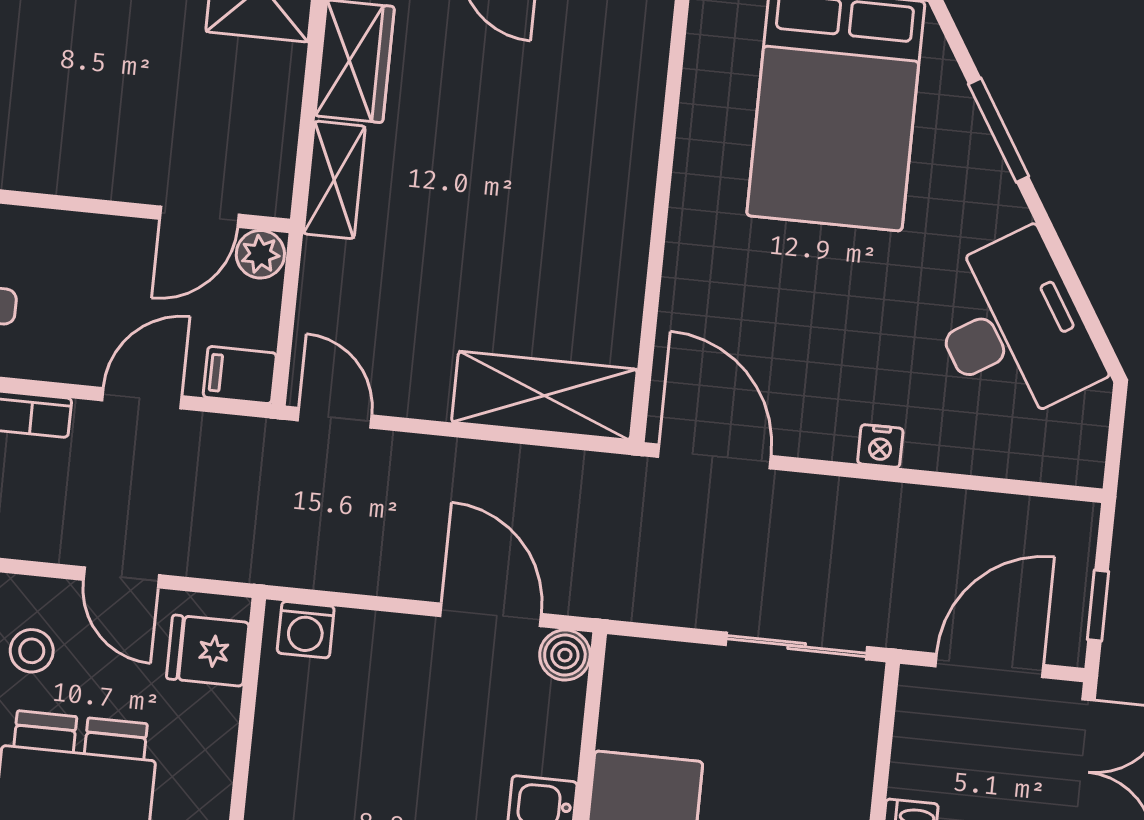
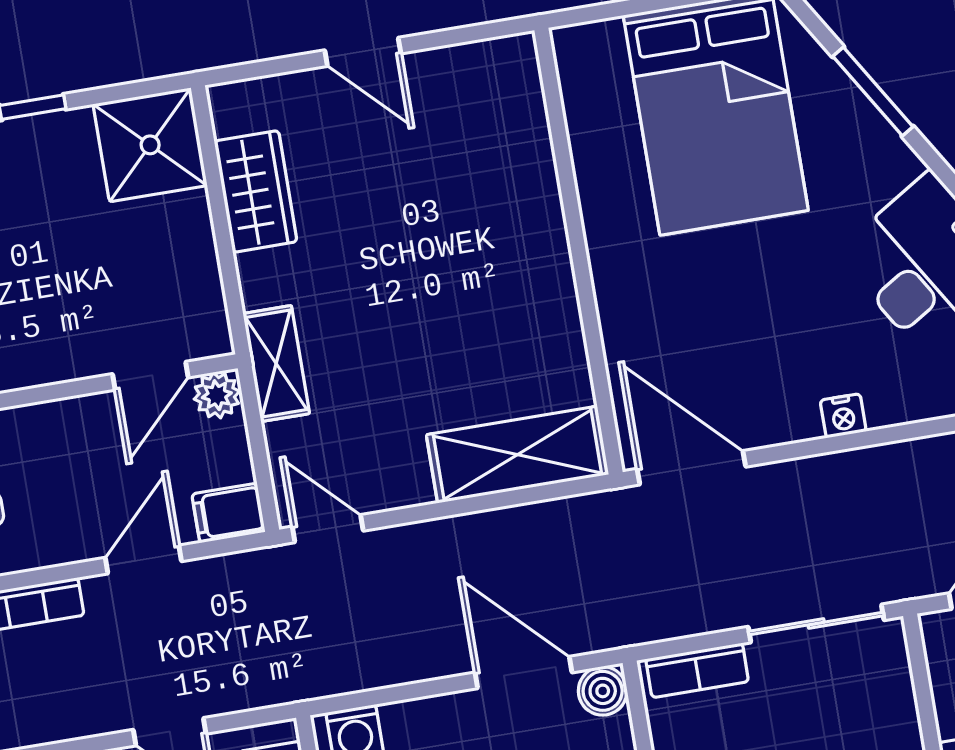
shelving: (334, 180) -> (276, 364), moved
bookcase: (665, 660) -> (697, 670), added

